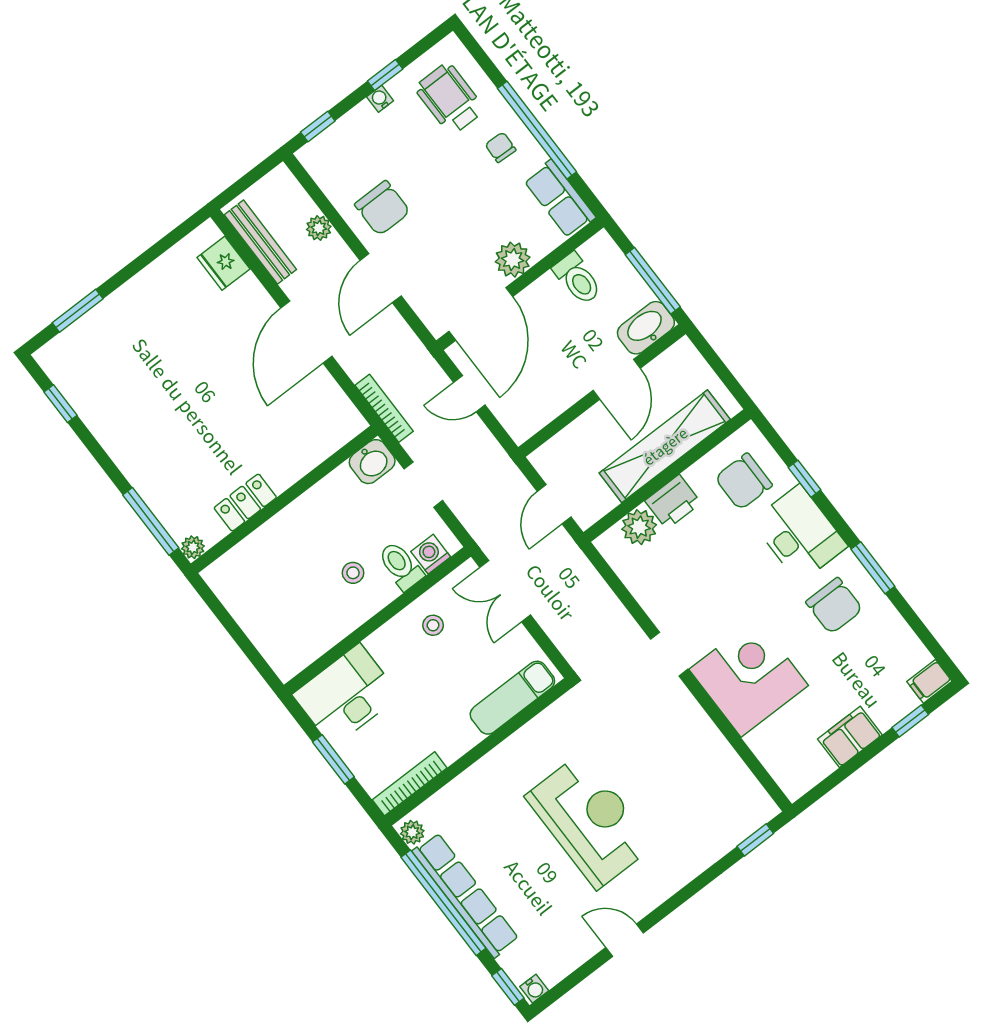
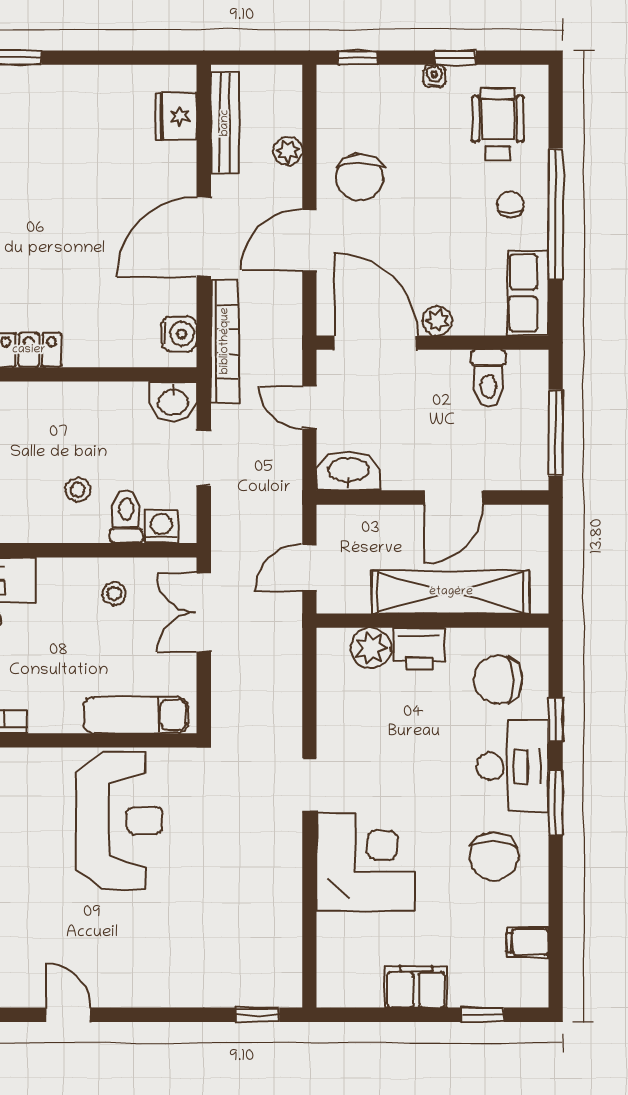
plant: (513, 260) -> (437, 321), width x0.73, depth x0.73
door: (481, 314) -> (376, 343), swing flipped
washbasin: (646, 328) -> (348, 471), moved
bookcase: (384, 408) -> (225, 341), width x1.48, depth x1.31
water cooler: (340, 412) -> (179, 334), added
window: (873, 568) -> (556, 803), moved
filing cabinet: (929, 681) -> (528, 942), moved
reception desk: (590, 821) -> (119, 820), moved

